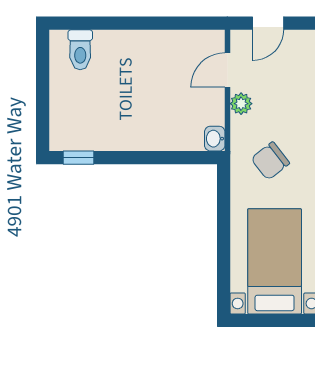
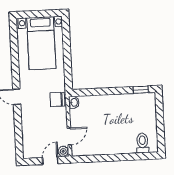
plant: (241, 104) -> (63, 151), moved
chair: (270, 161) -> (57, 99), moved, turned -142

